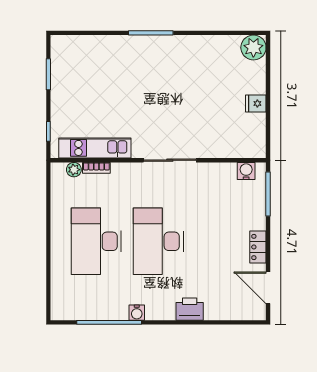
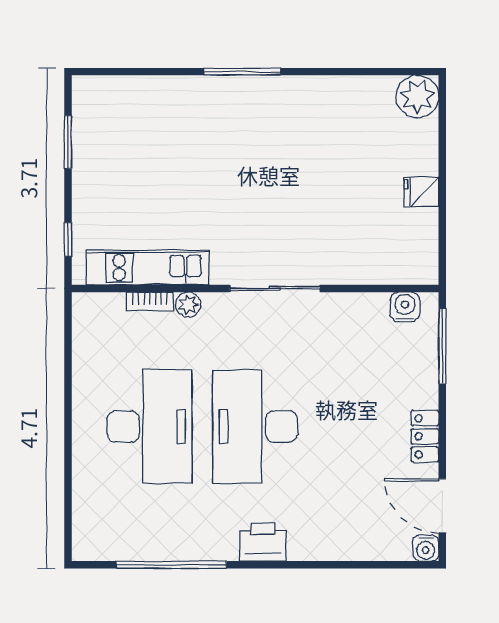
plant: (74, 170) -> (188, 305), moved
desk: (96, 241) -> (150, 427), turned 180
printer: (190, 309) -> (263, 542), moved
water cooler: (137, 313) -> (426, 548), moved

